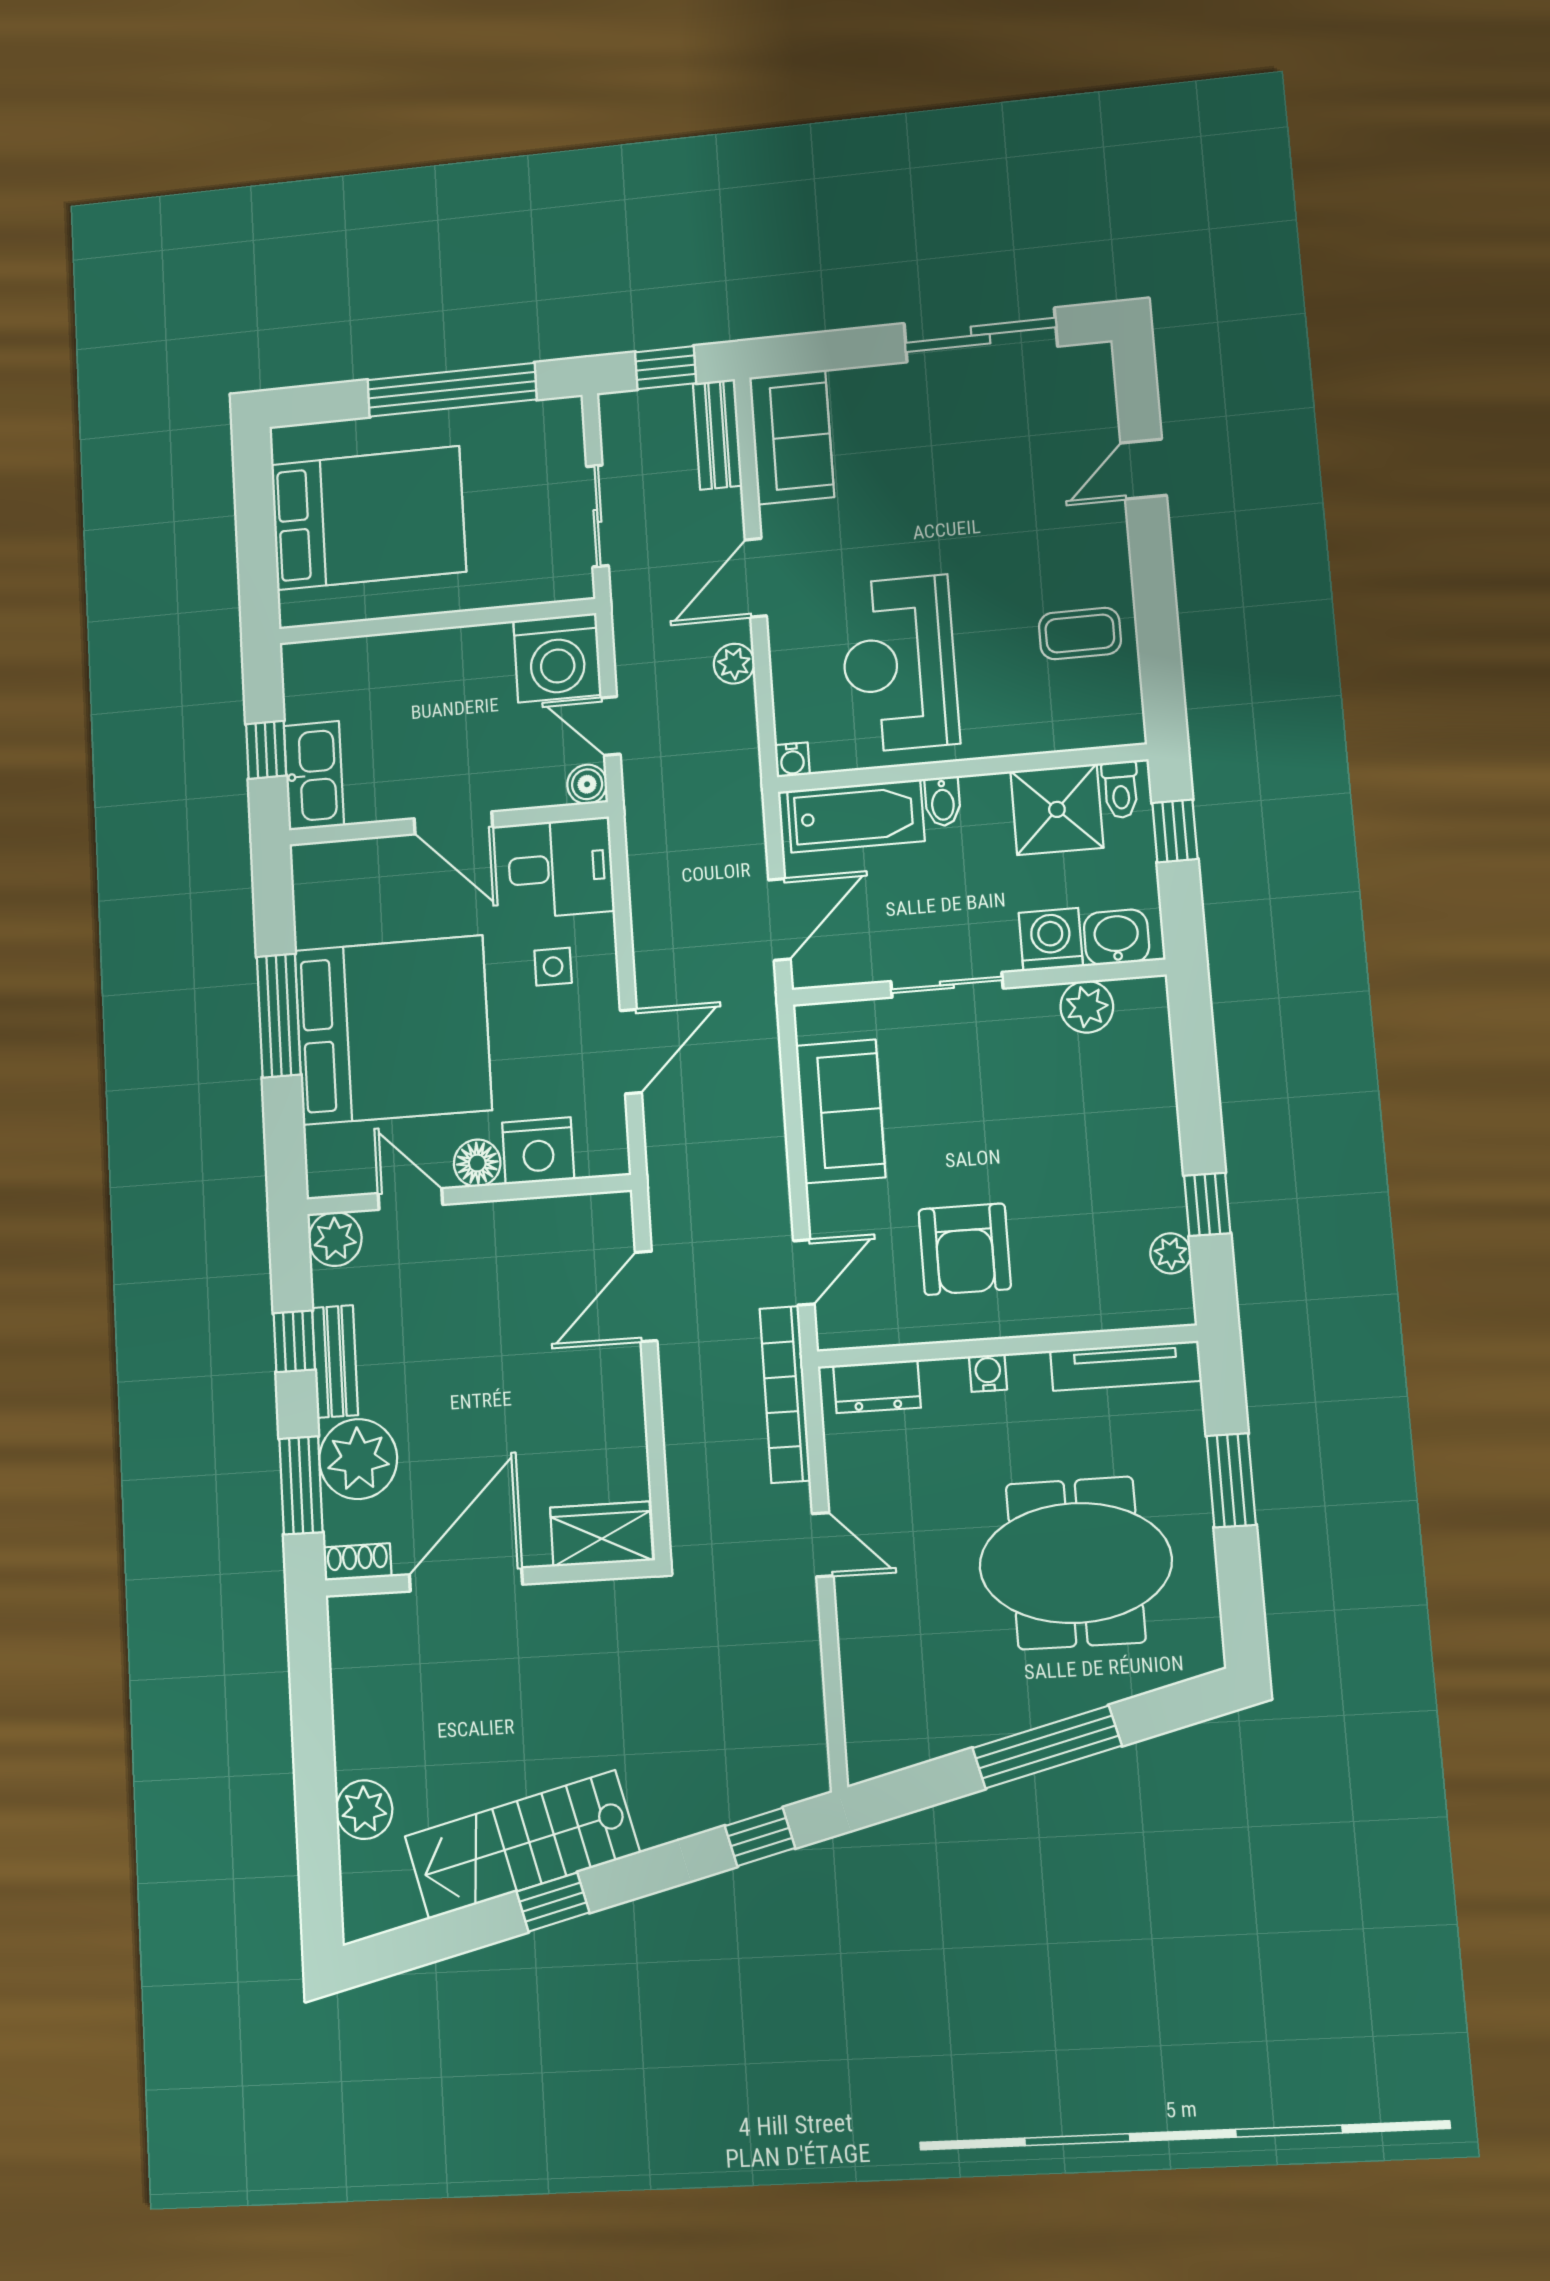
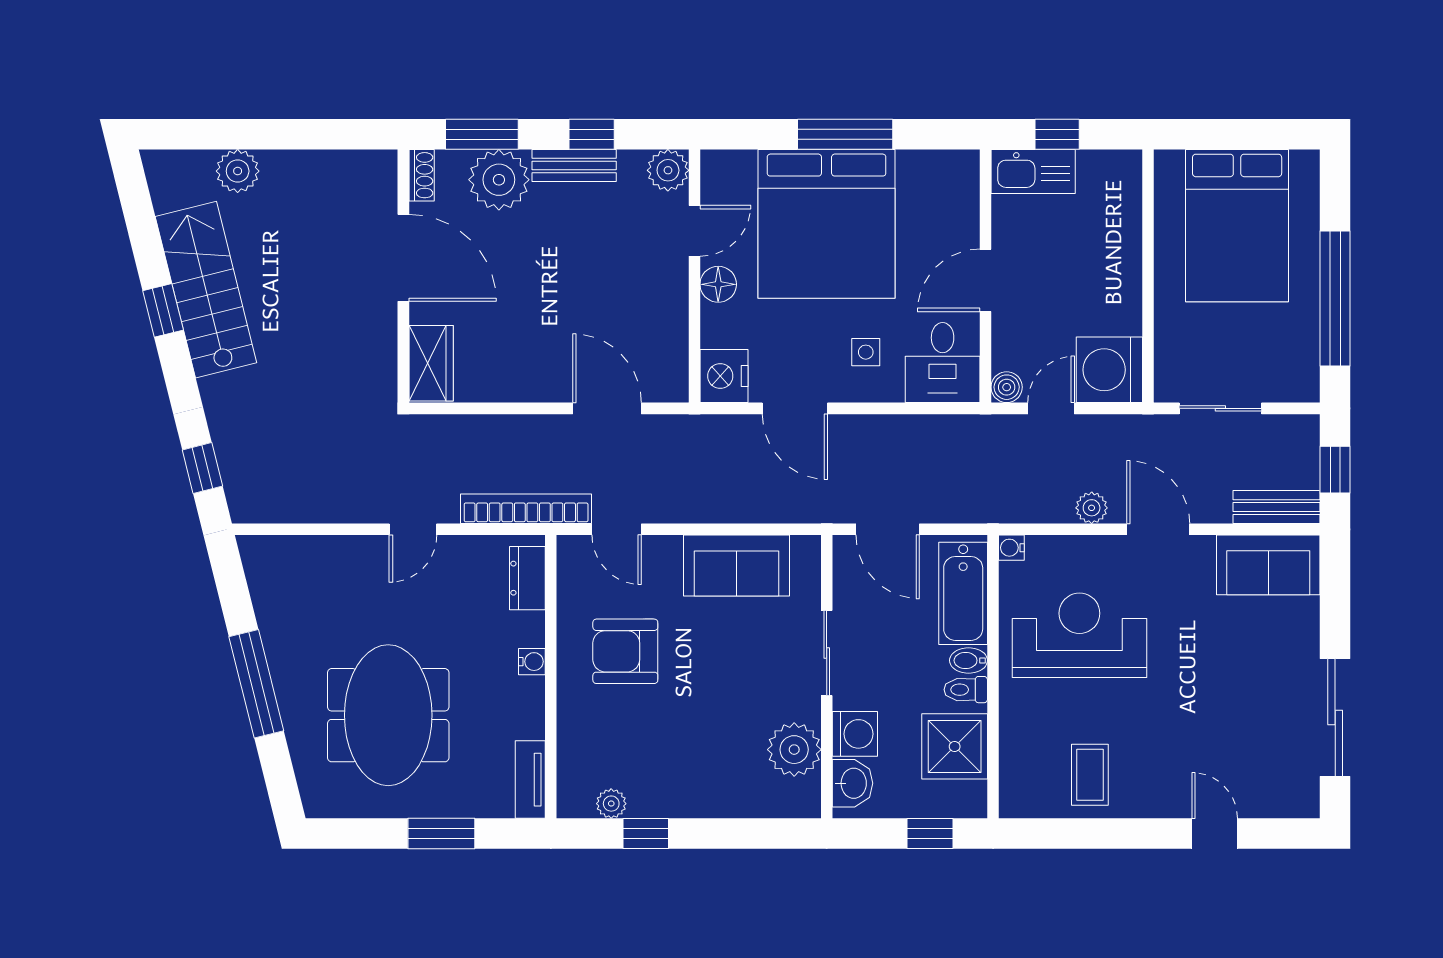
toilet: (1121, 789) -> (966, 690), moved
plant: (1087, 1007) -> (794, 750), width x1.36, depth x1.36
nightstand: (538, 1151) -> (724, 376), moved
tv unit: (1126, 1366) -> (530, 780), width x0.71

